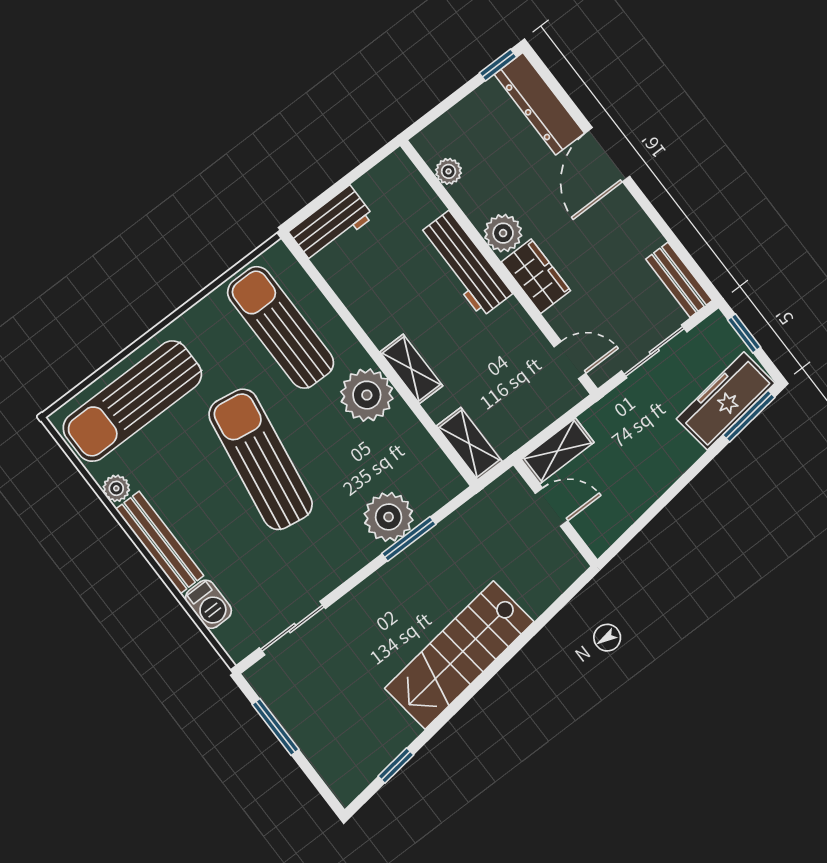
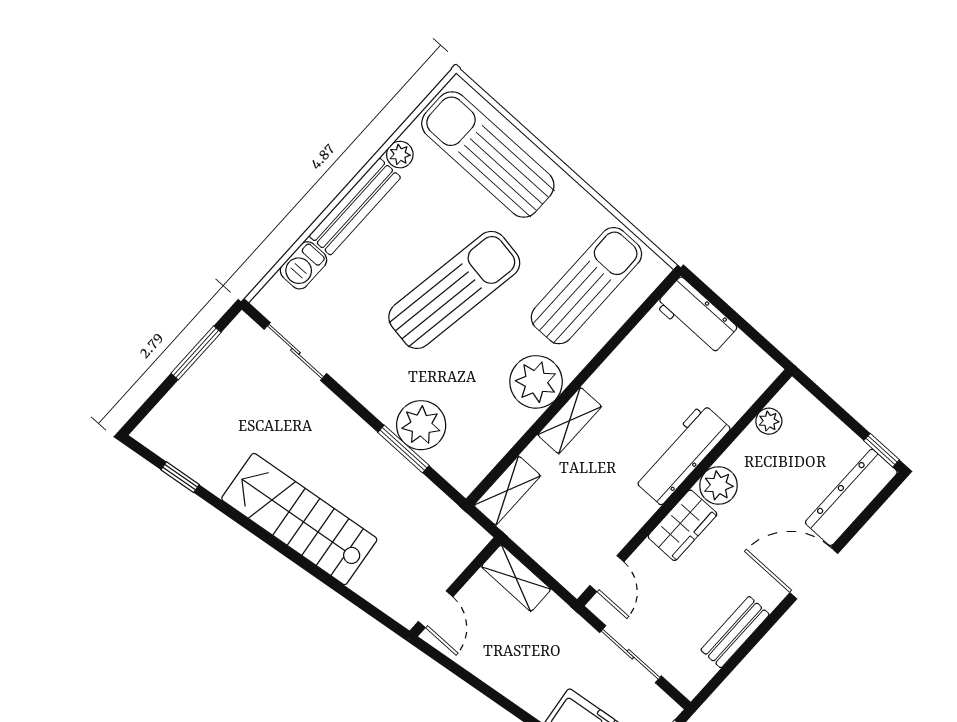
bench: (679, 280) -> (735, 632), moved
door: (551, 507) -> (436, 609), moved

